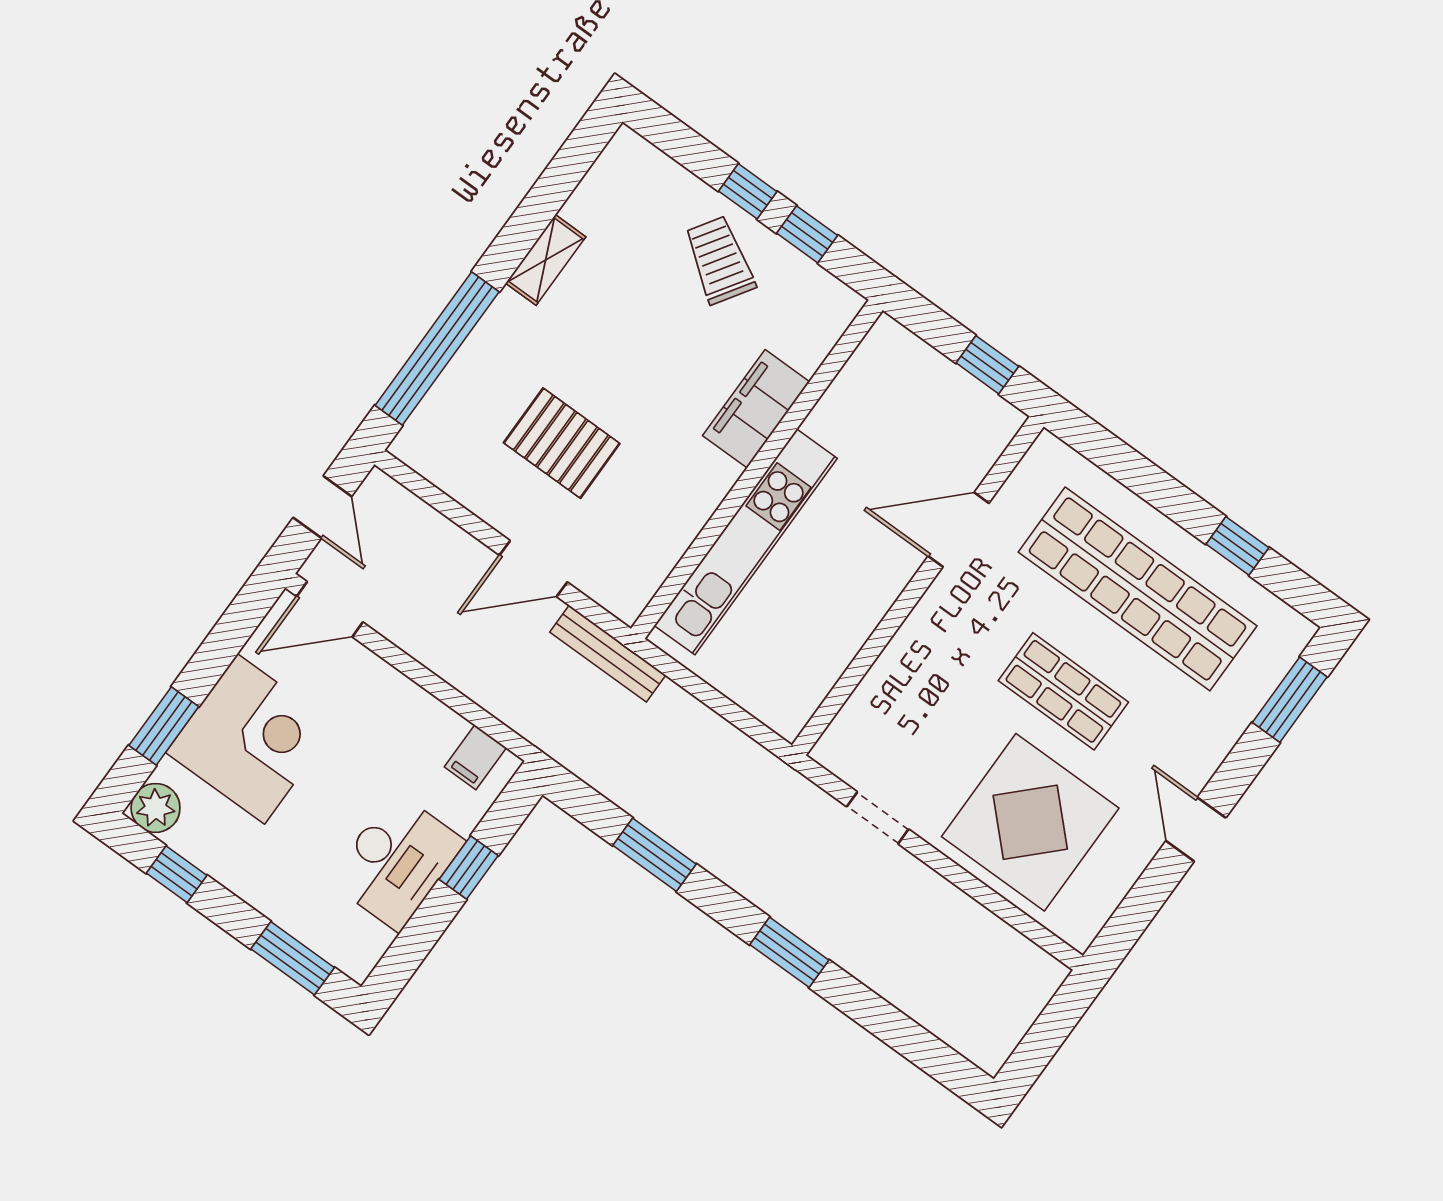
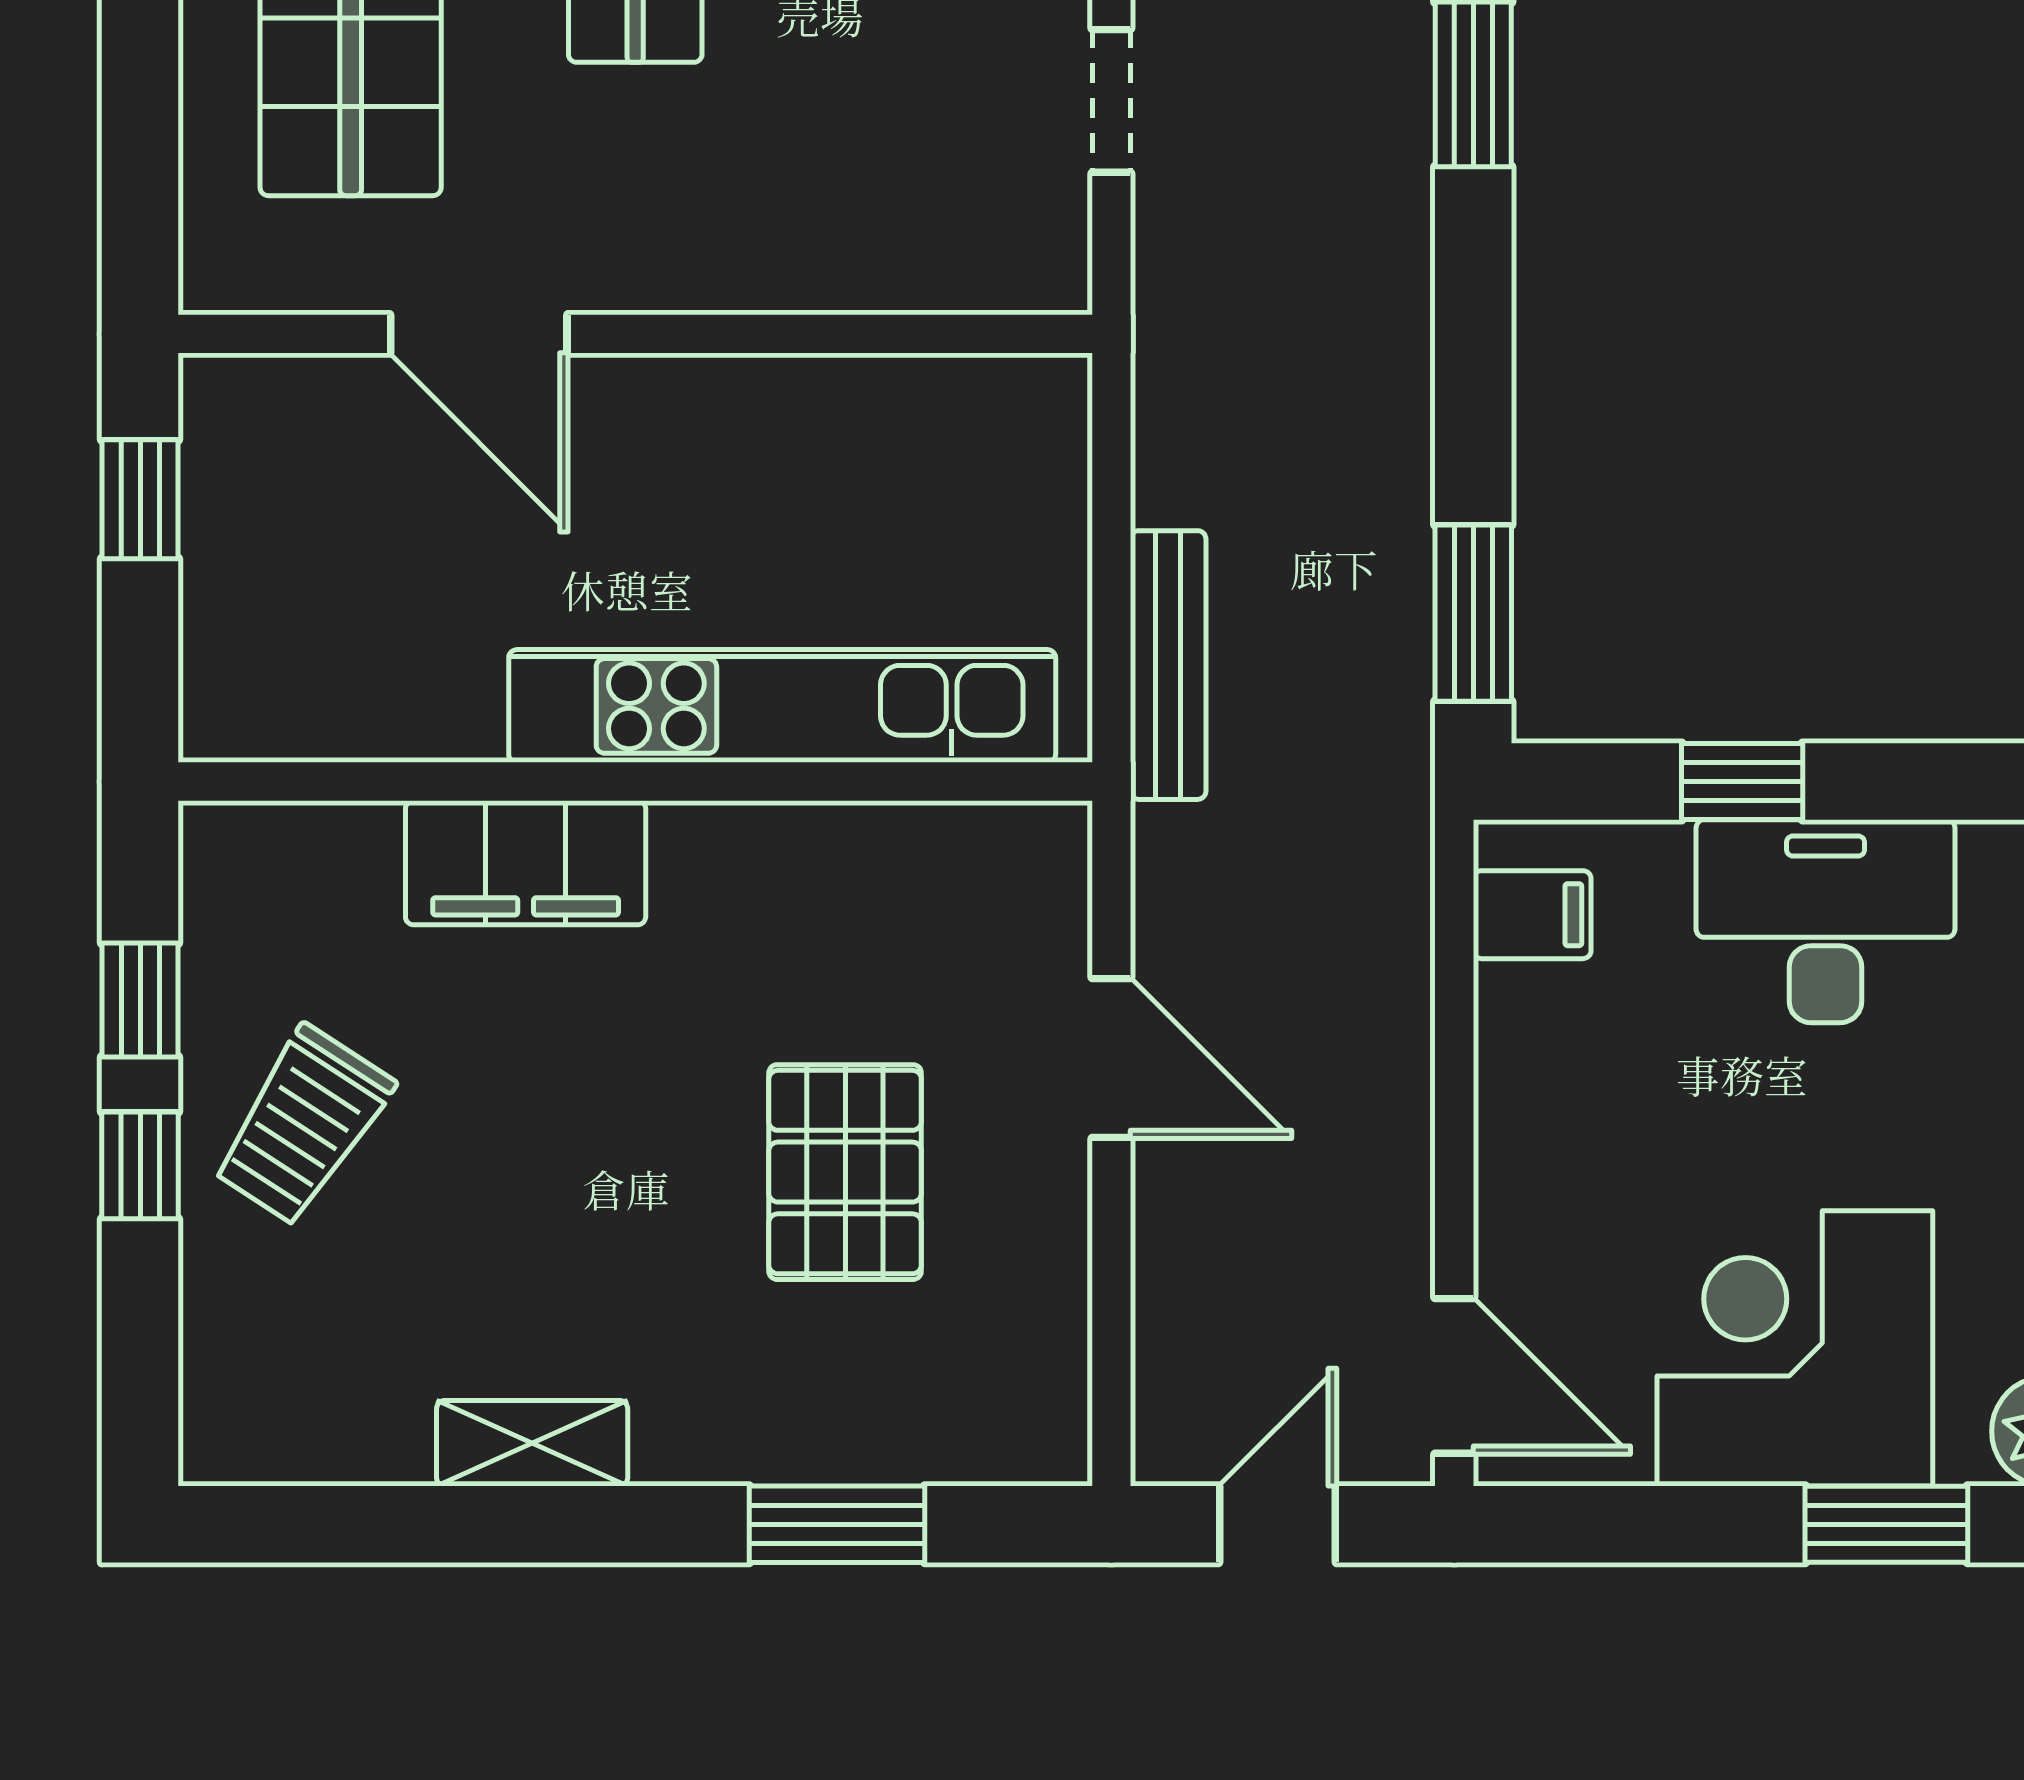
window: (437, 349) -> (837, 1524), width x0.47
bench: (608, 654) -> (1168, 665), moved
window: (655, 855) -> (1473, 613), moved

